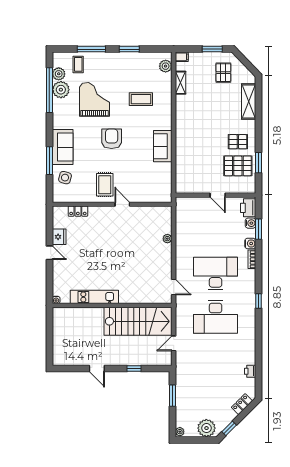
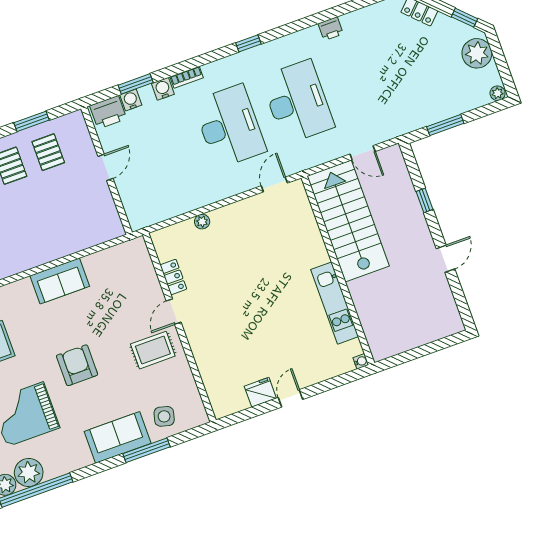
armchair: (112, 139) -> (77, 365), turned 90
pallet: (238, 166) -> (48, 152), width x0.67, depth x0.71
locker: (78, 211) -> (173, 277), moved
desk: (216, 274) -> (230, 126), turned 180
printer: (250, 371) -> (331, 29), moved

